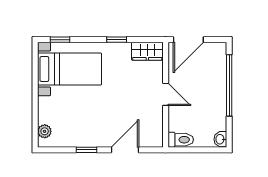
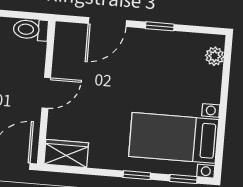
window: (117, 40) -> (137, 175), moved
door: (166, 94) -> (46, 93), swing flipped

